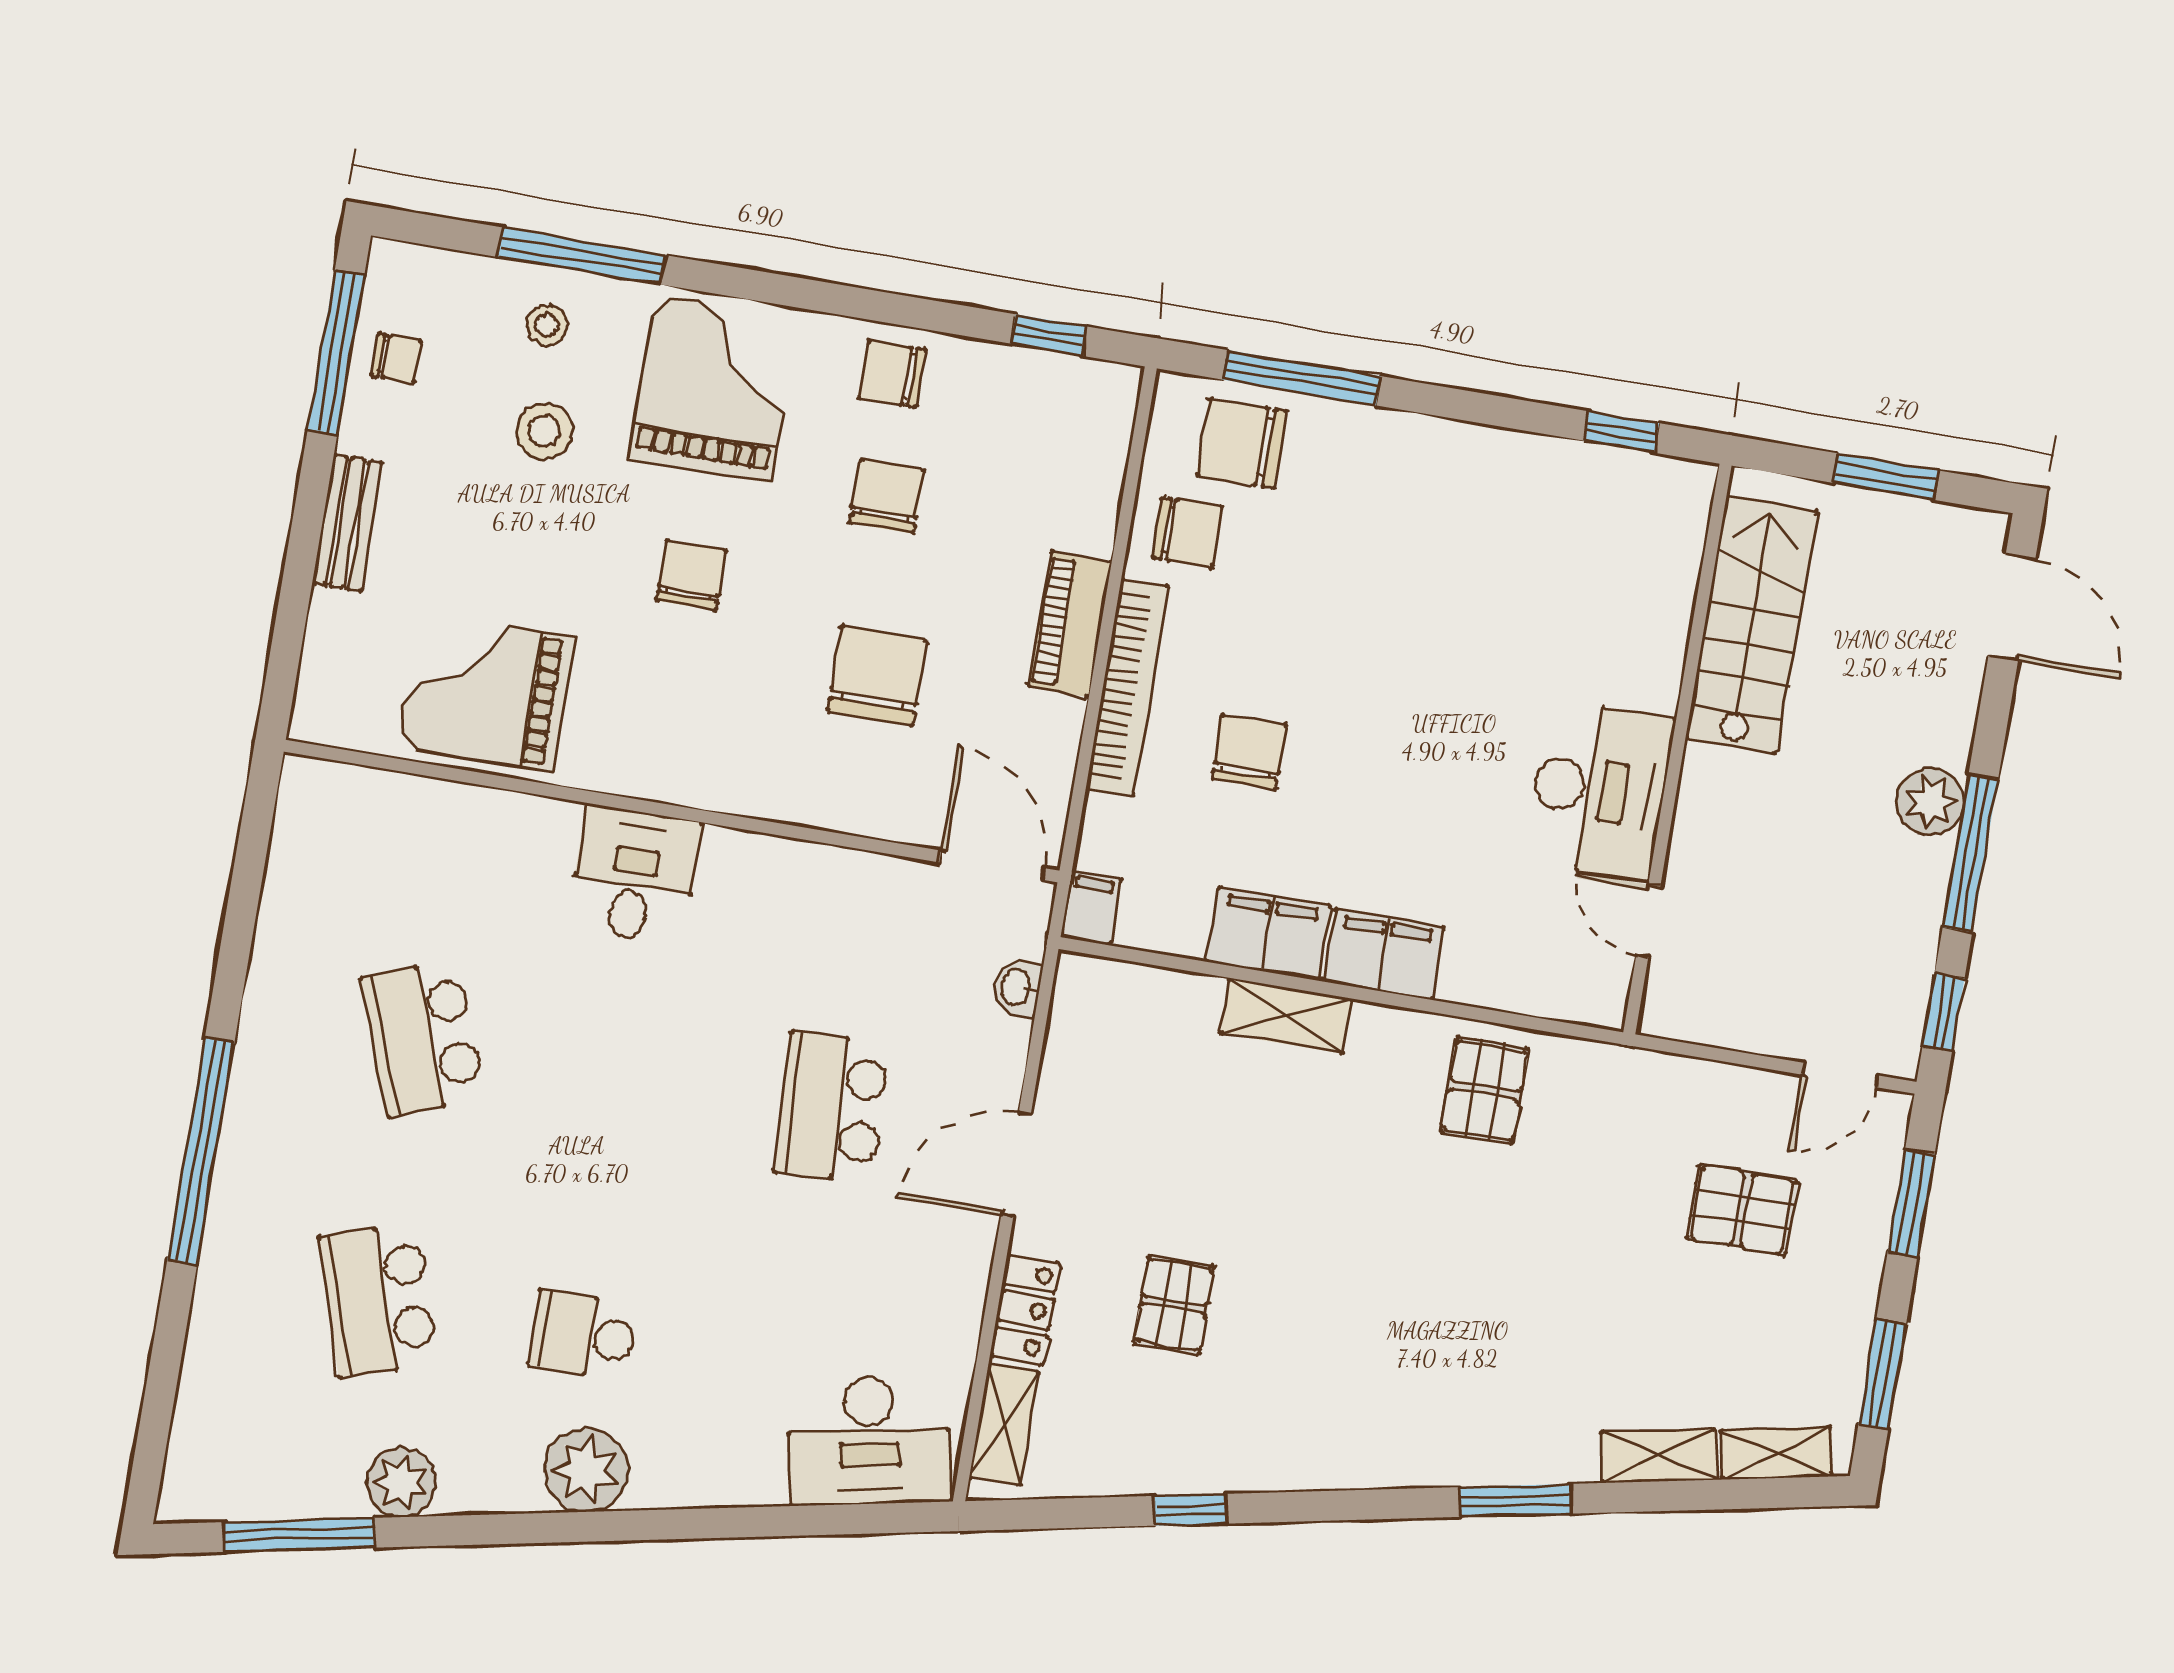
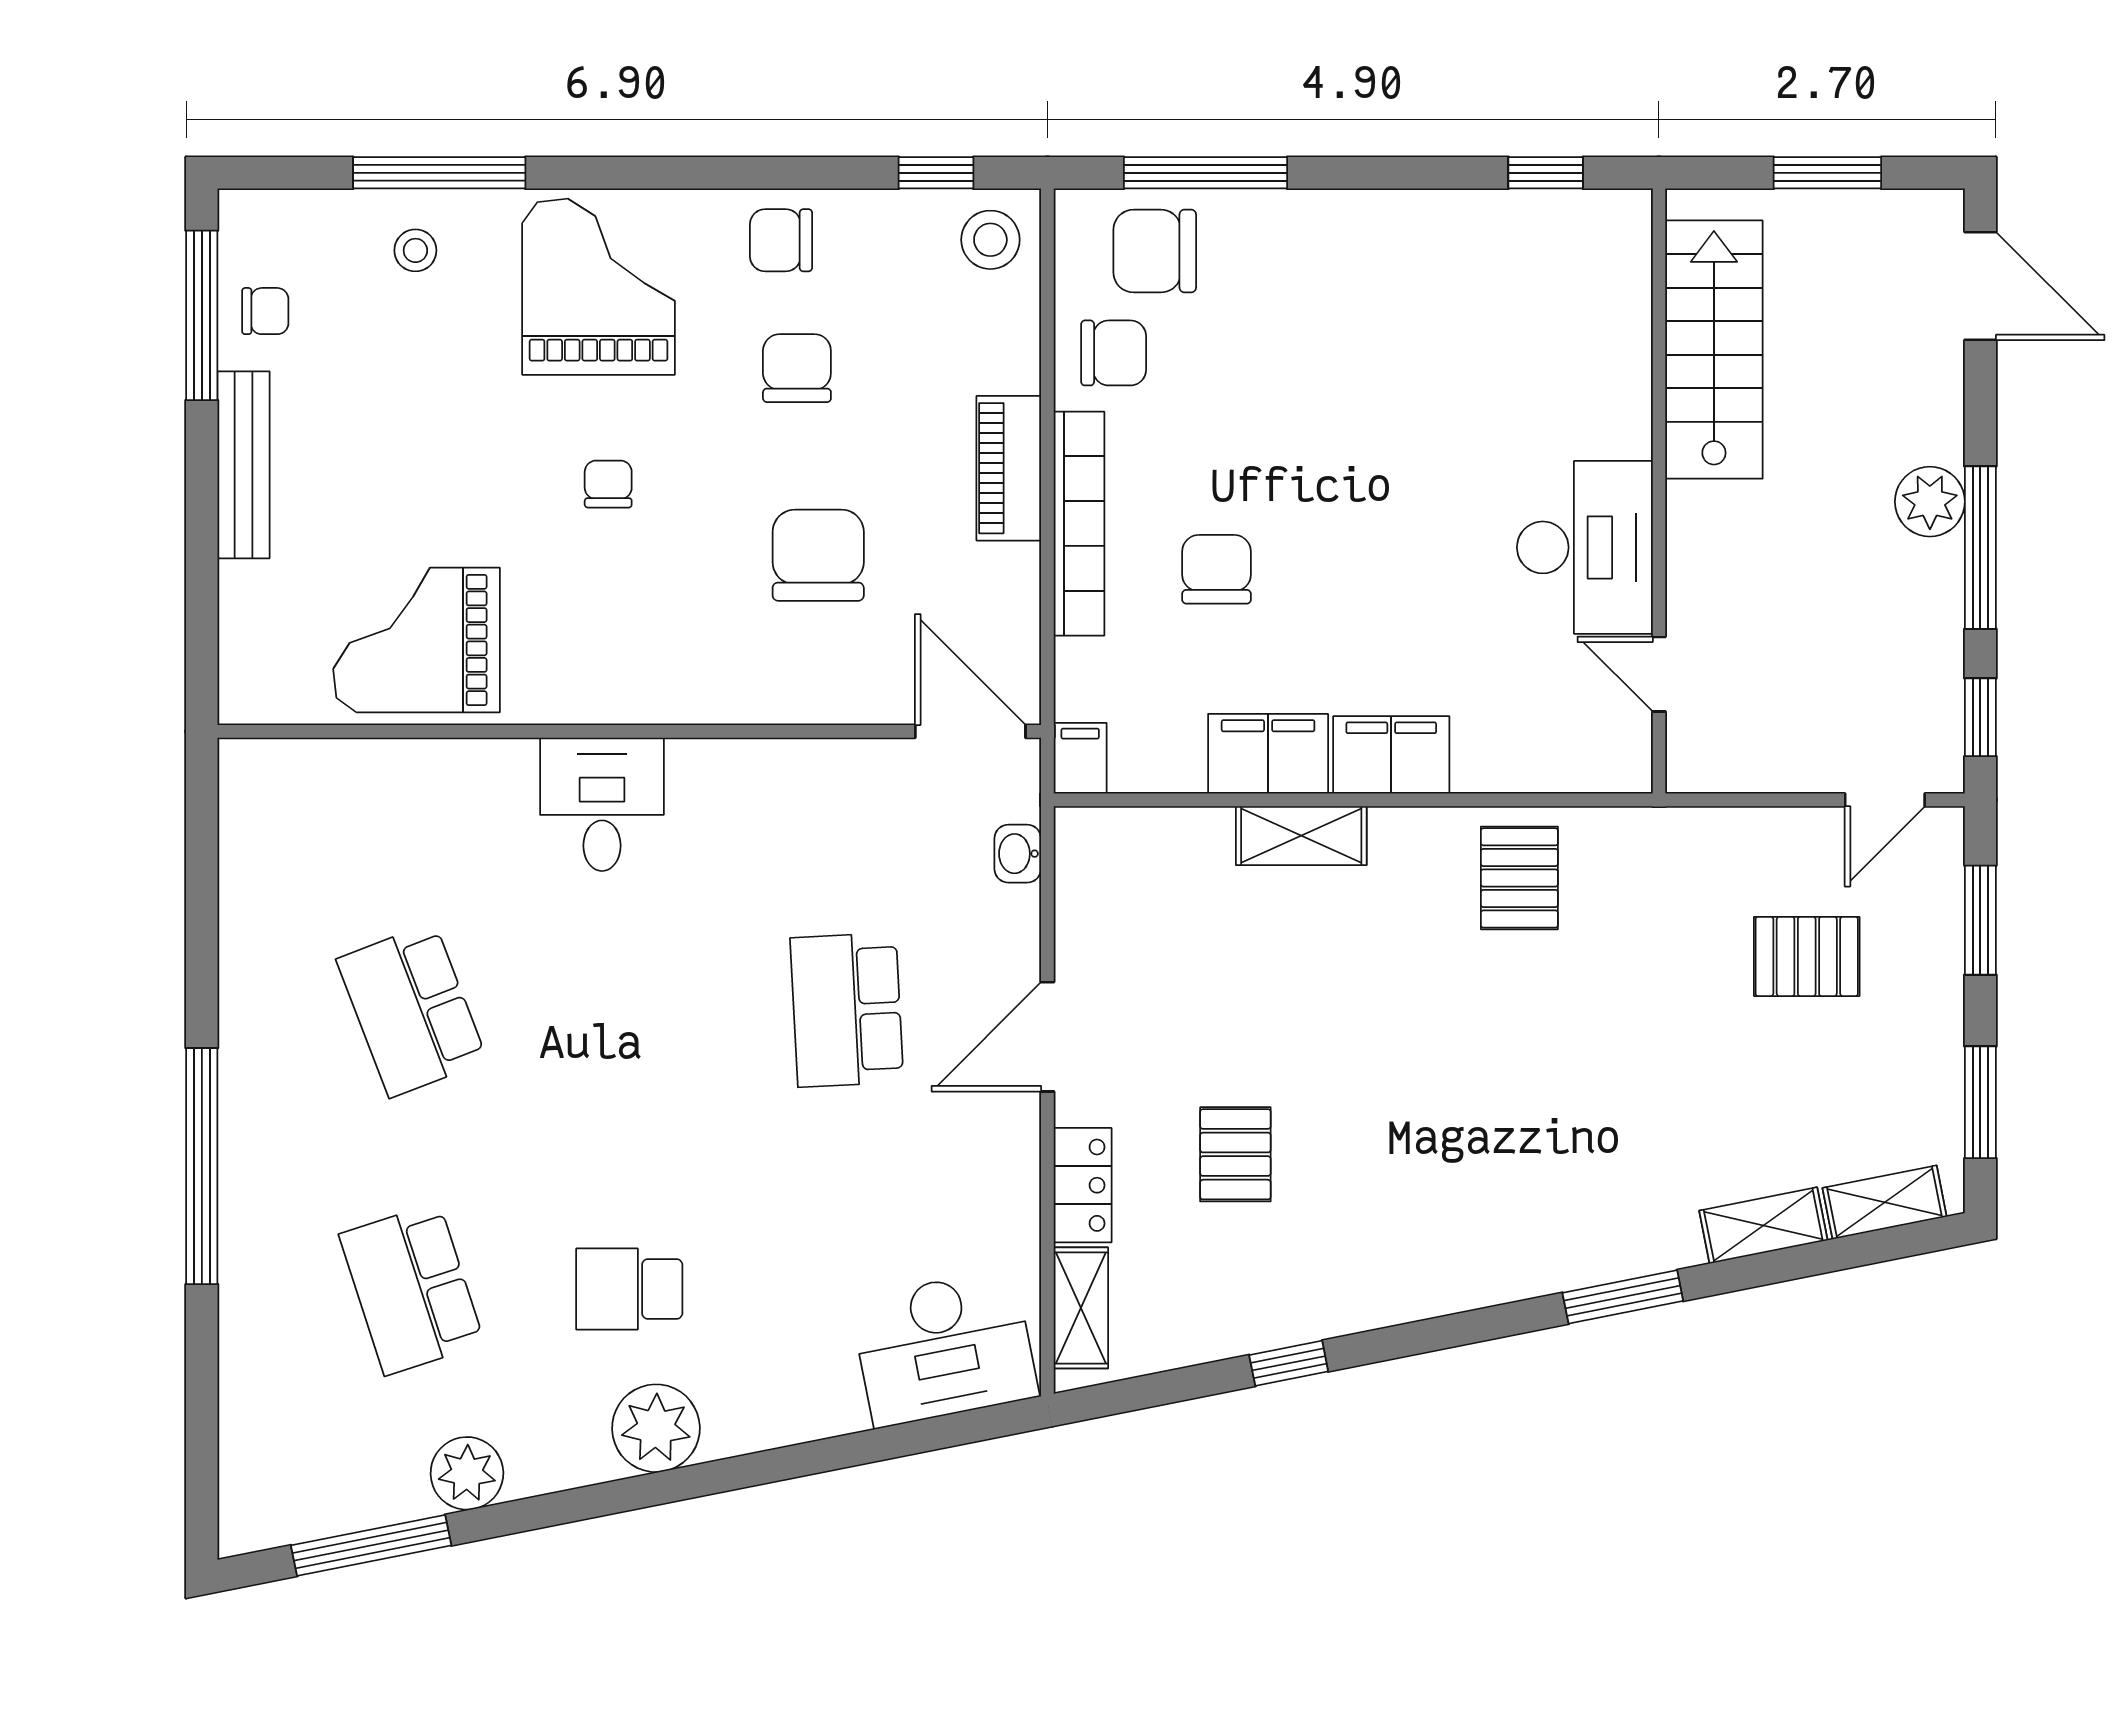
stool: (544, 431) -> (990, 240), moved
bench: (348, 523) -> (244, 465), width x1.36
chair: (691, 575) -> (608, 484), width x0.73, depth x0.73

